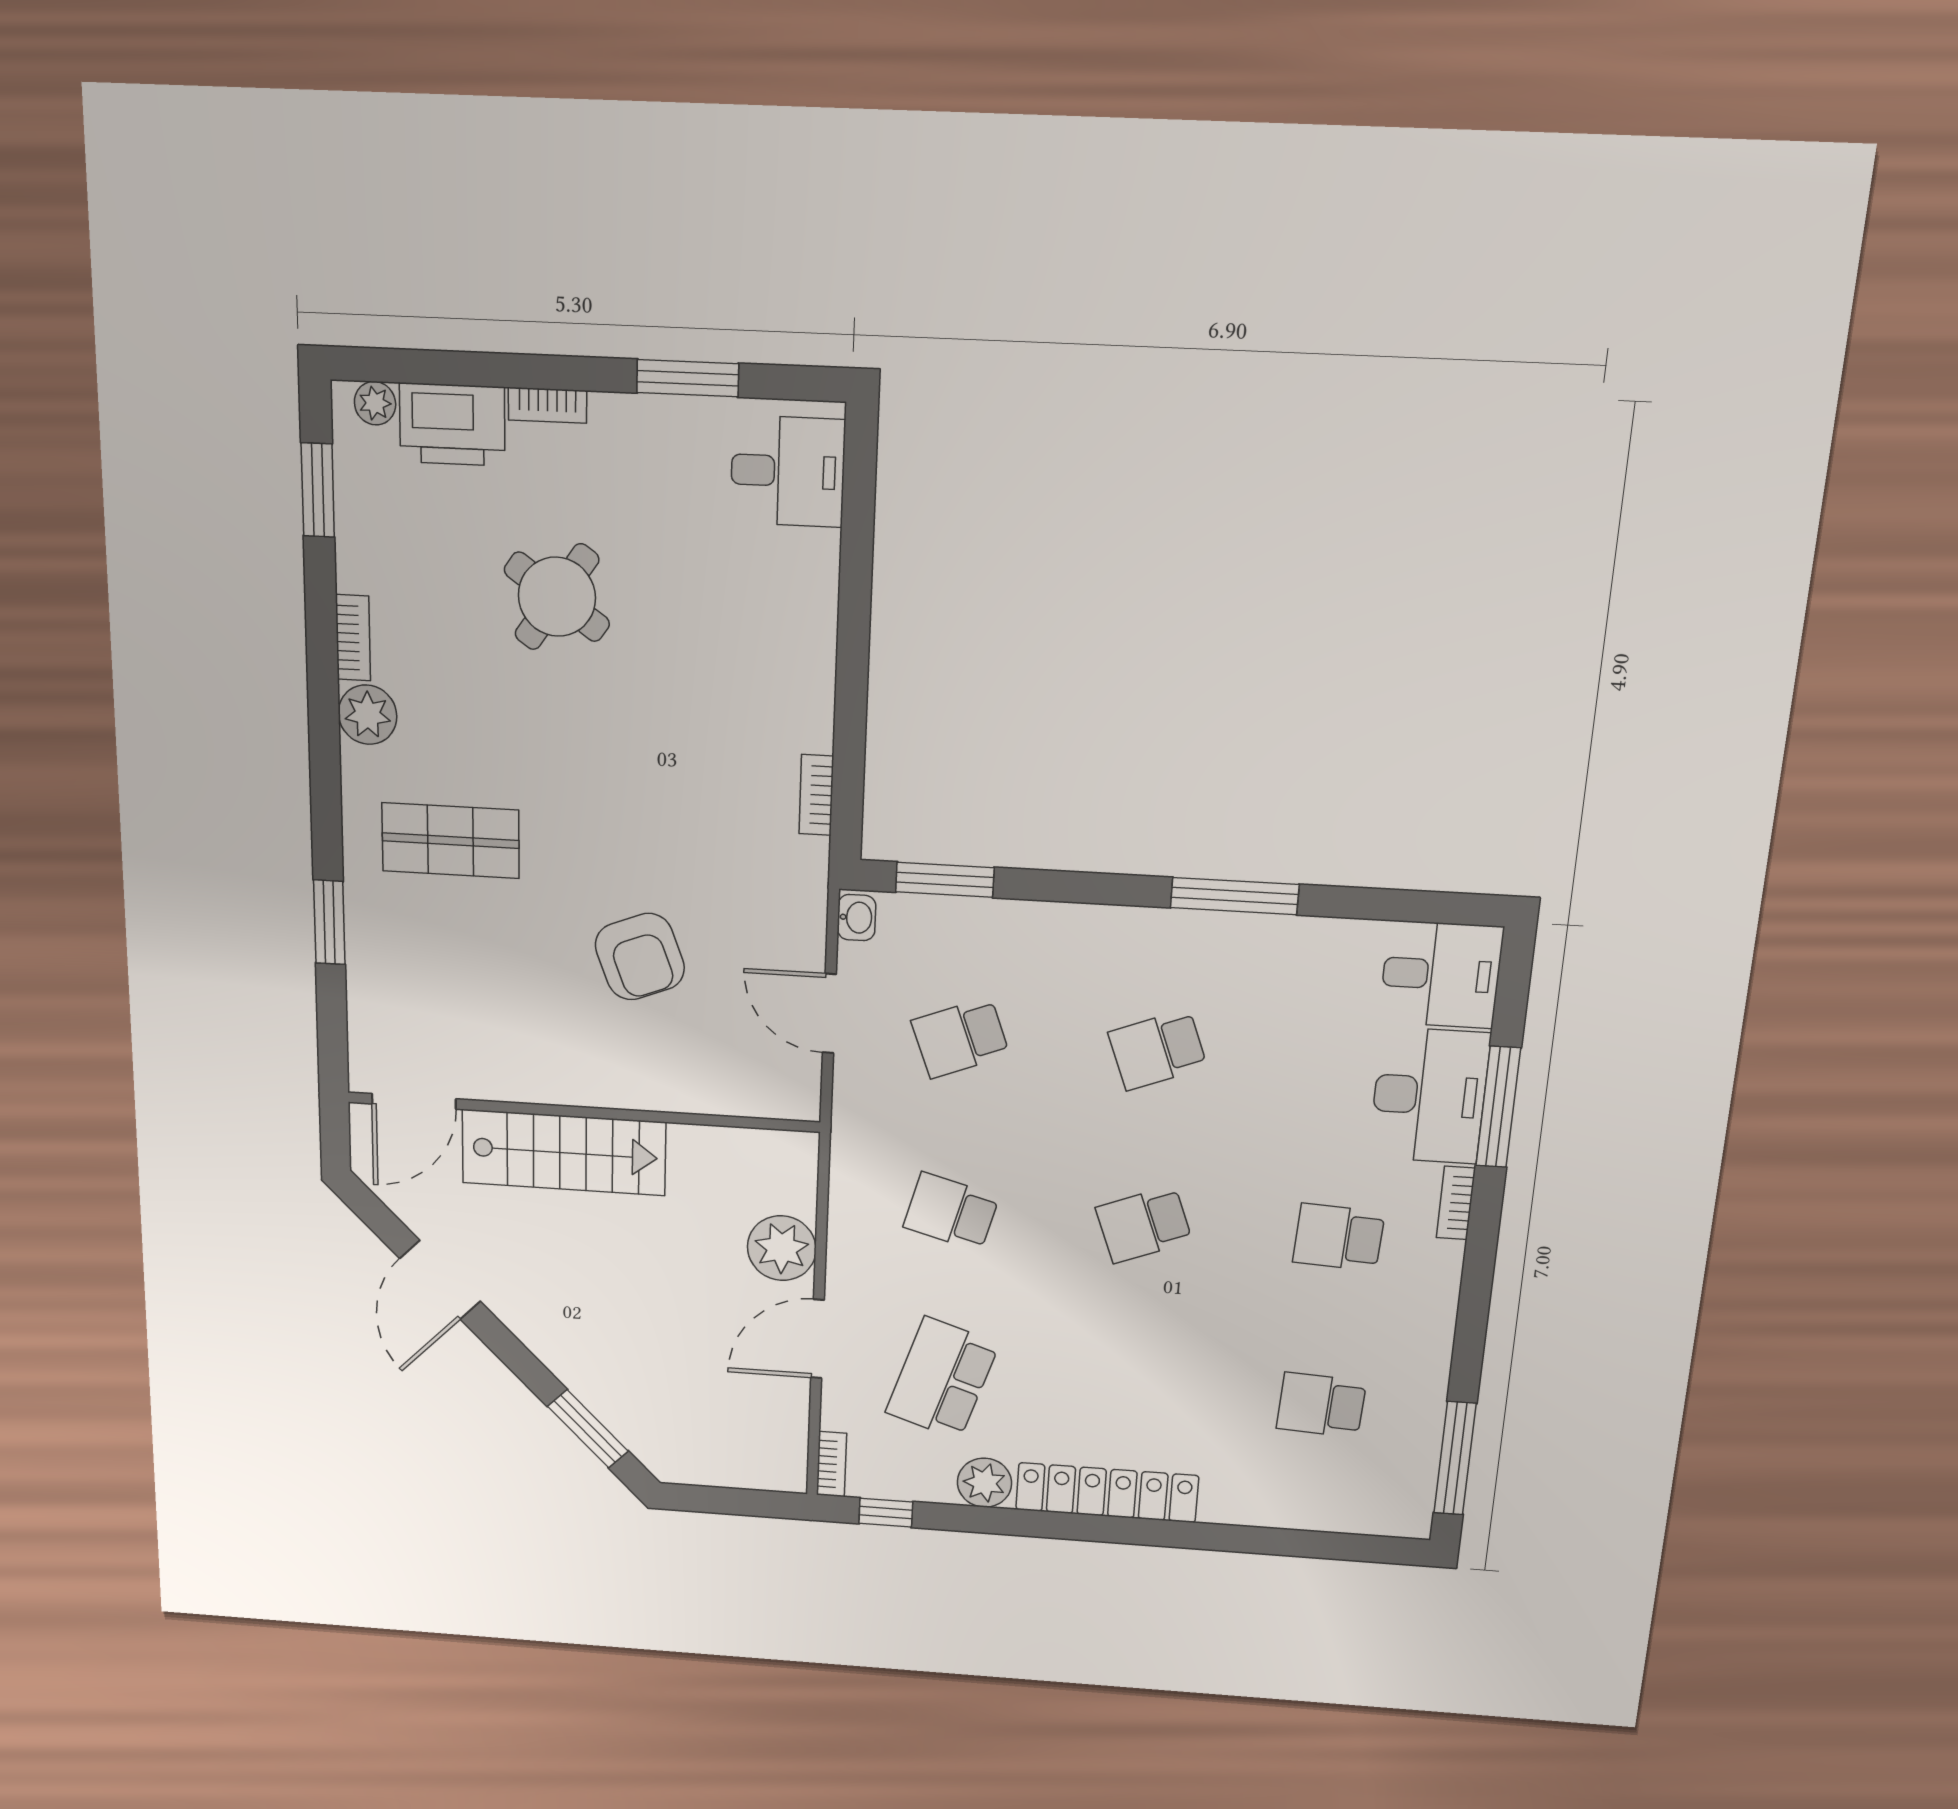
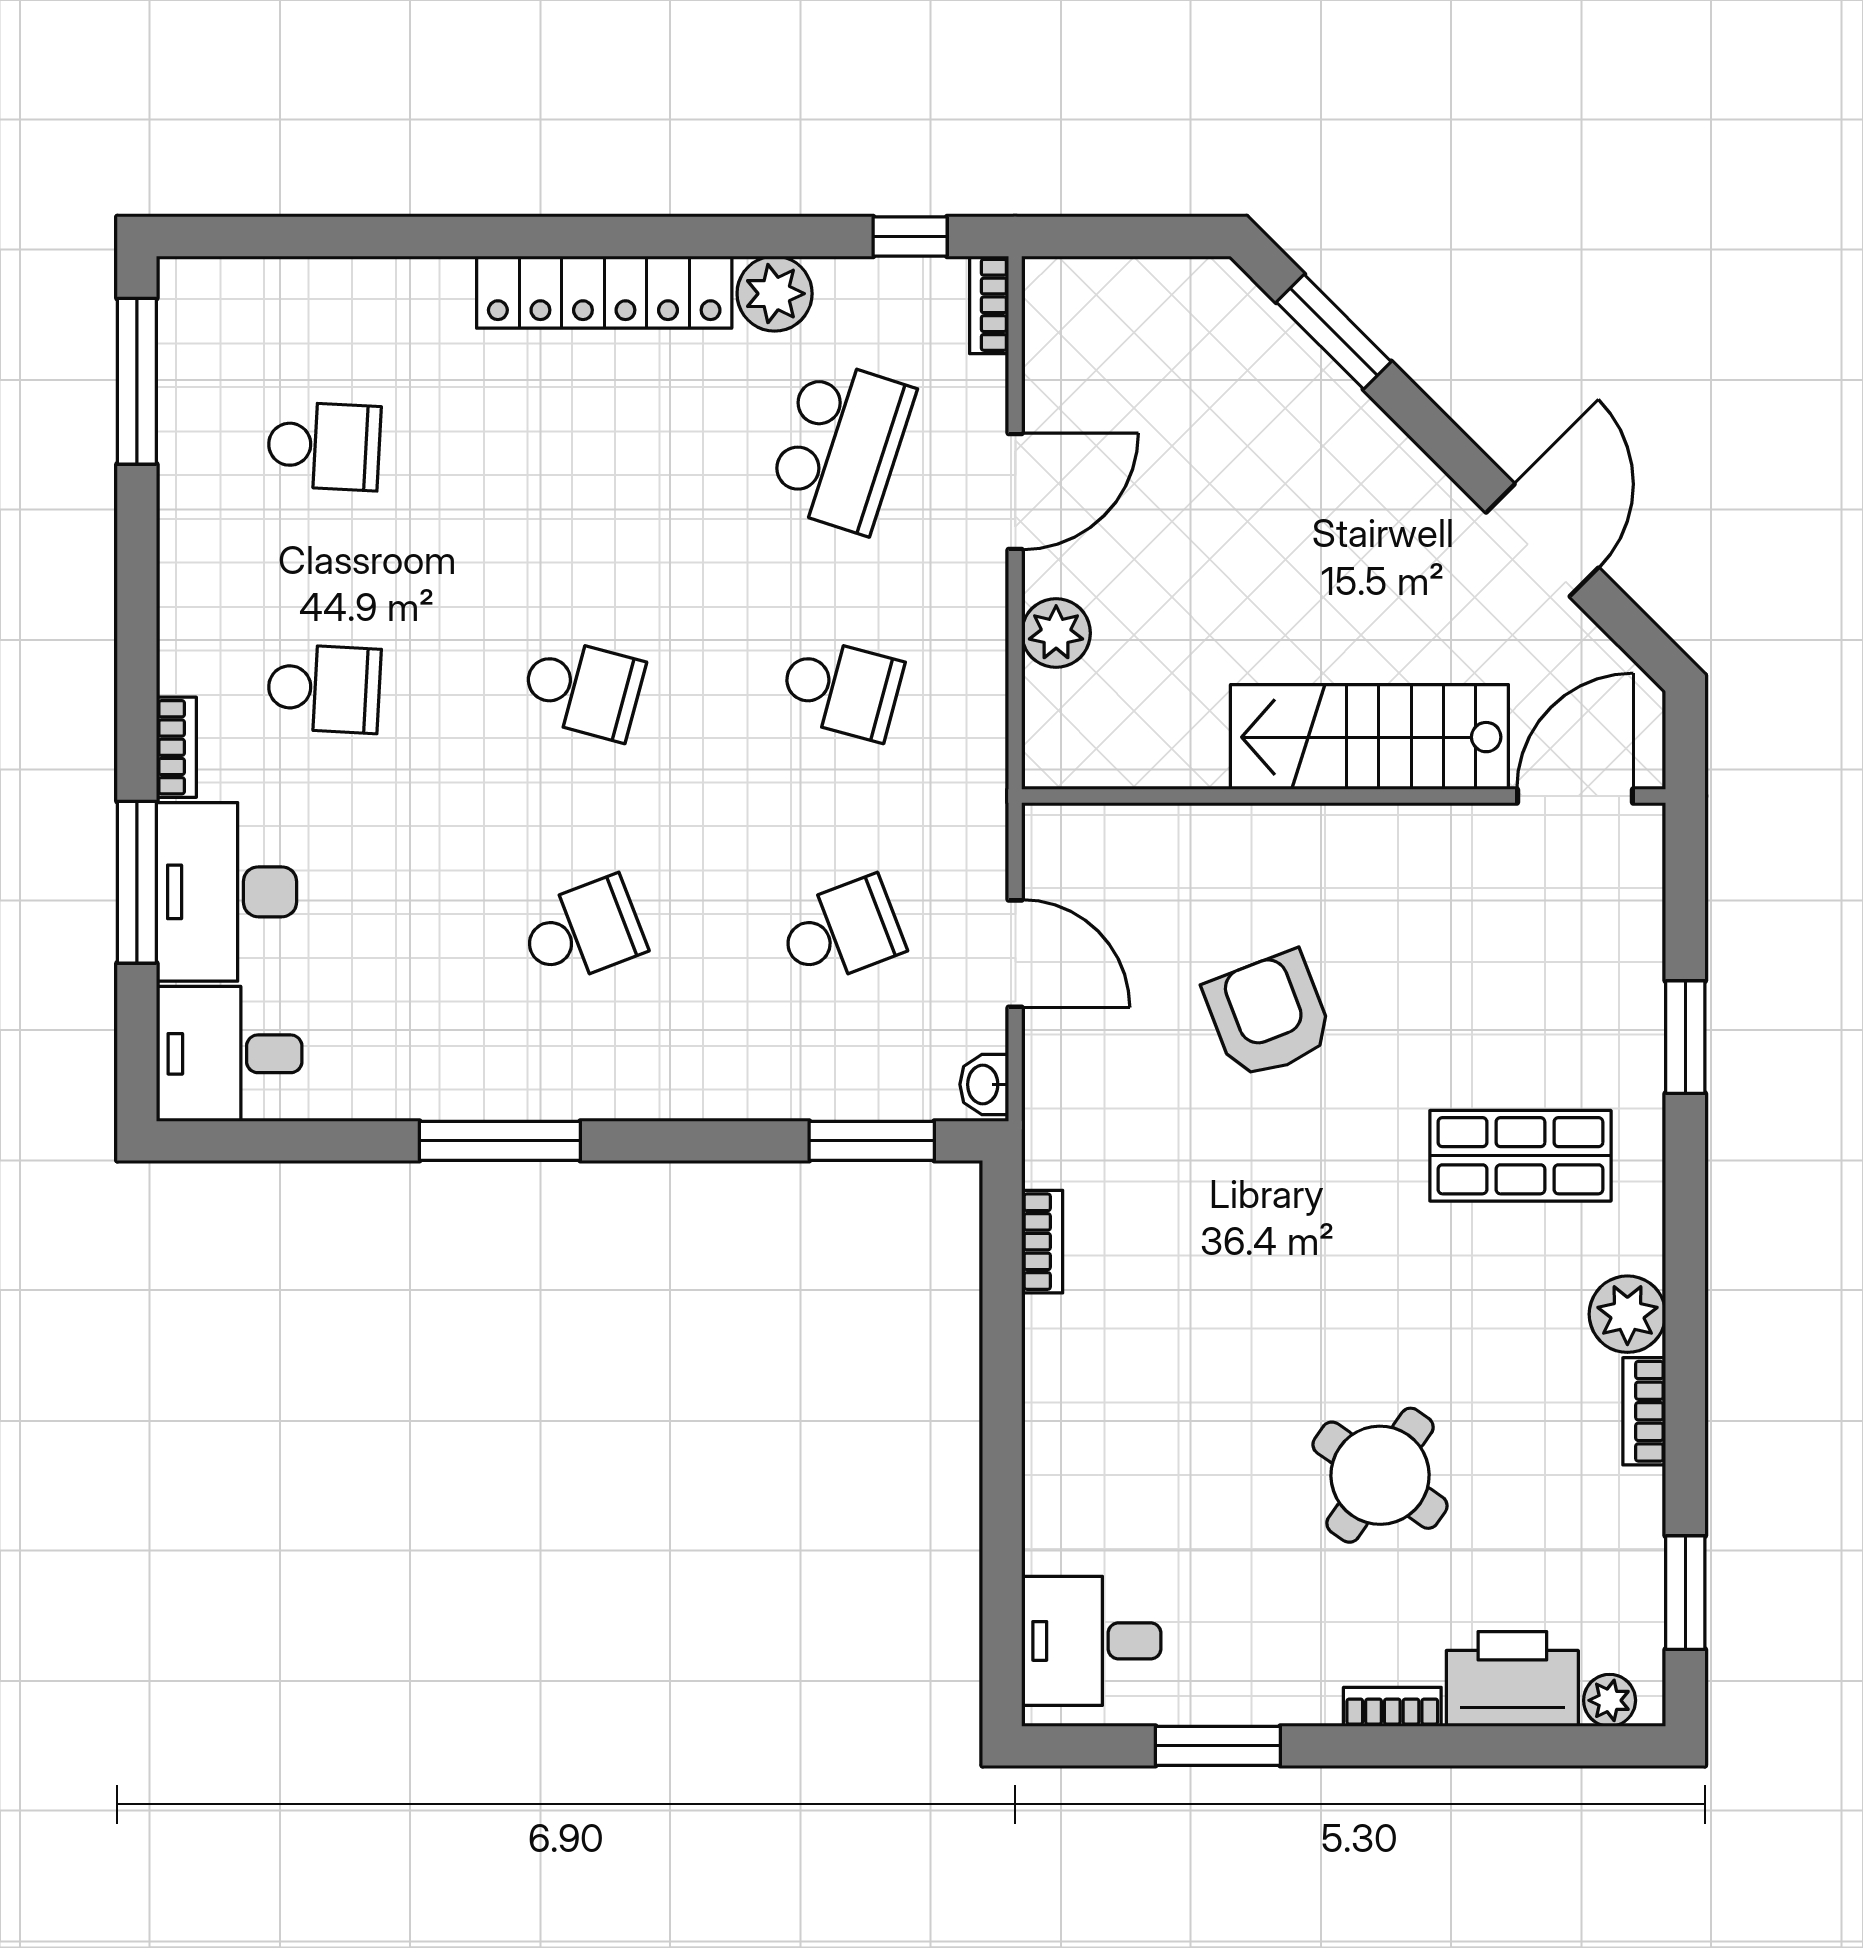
school desk: (1144, 1224) -> (583, 689), turned 36
plant: (782, 1248) -> (1056, 633), width x0.73, depth x0.73

